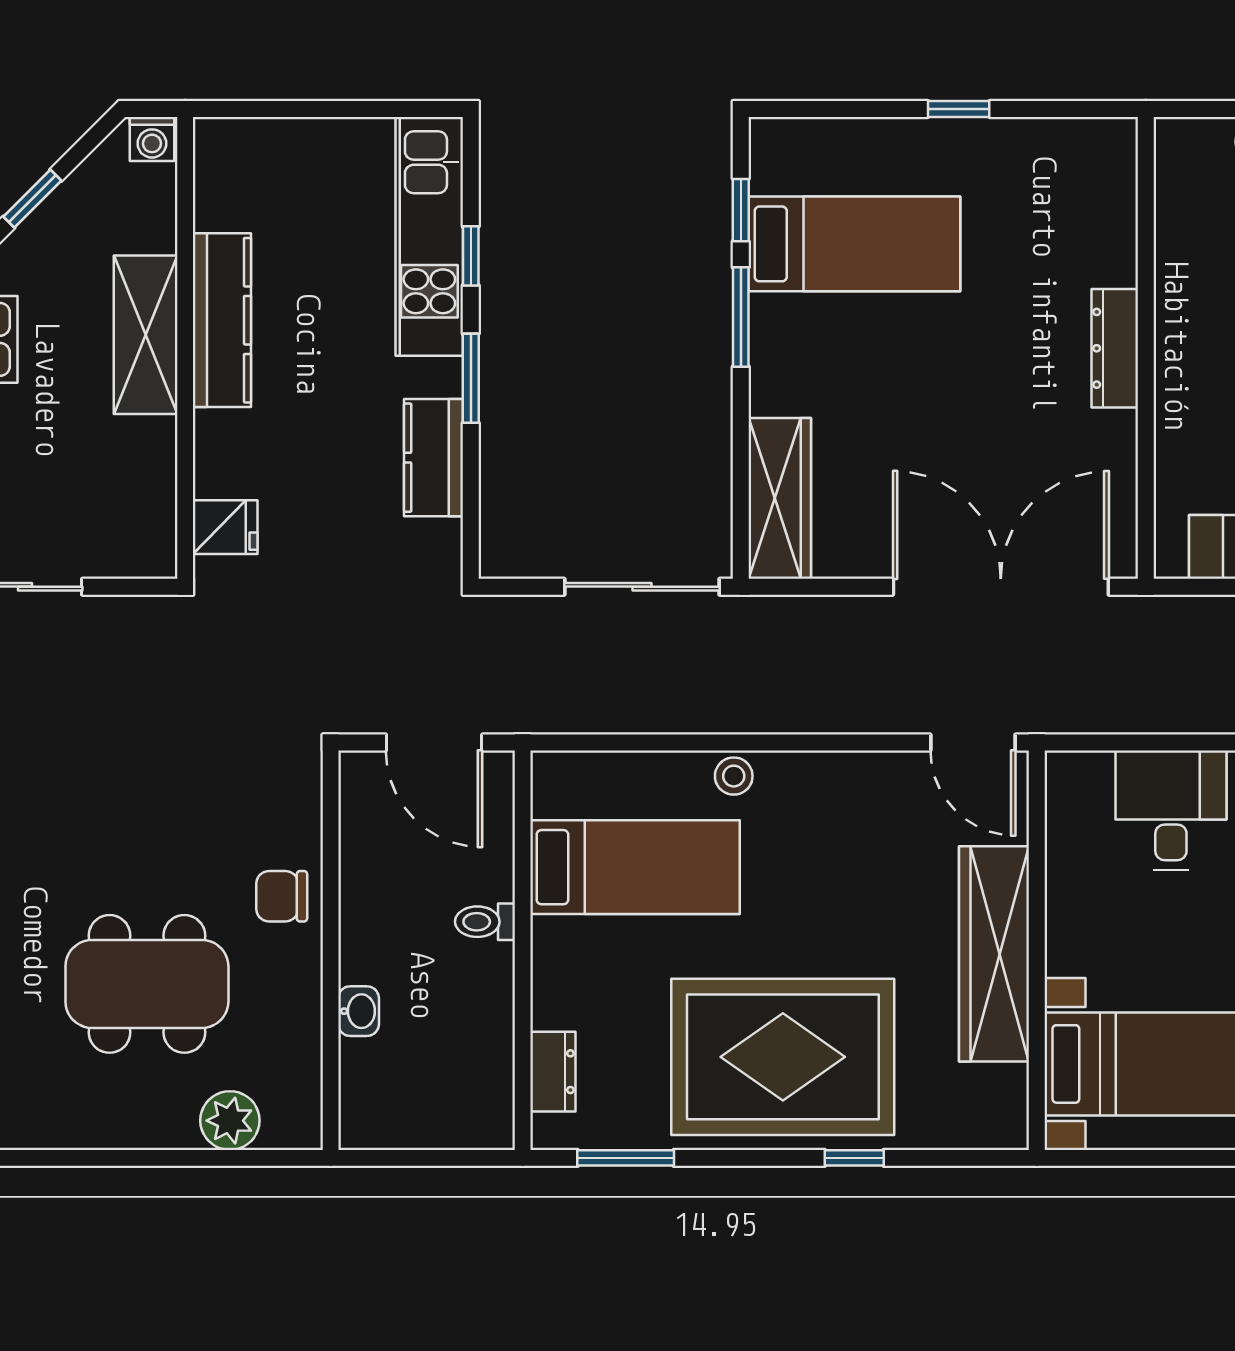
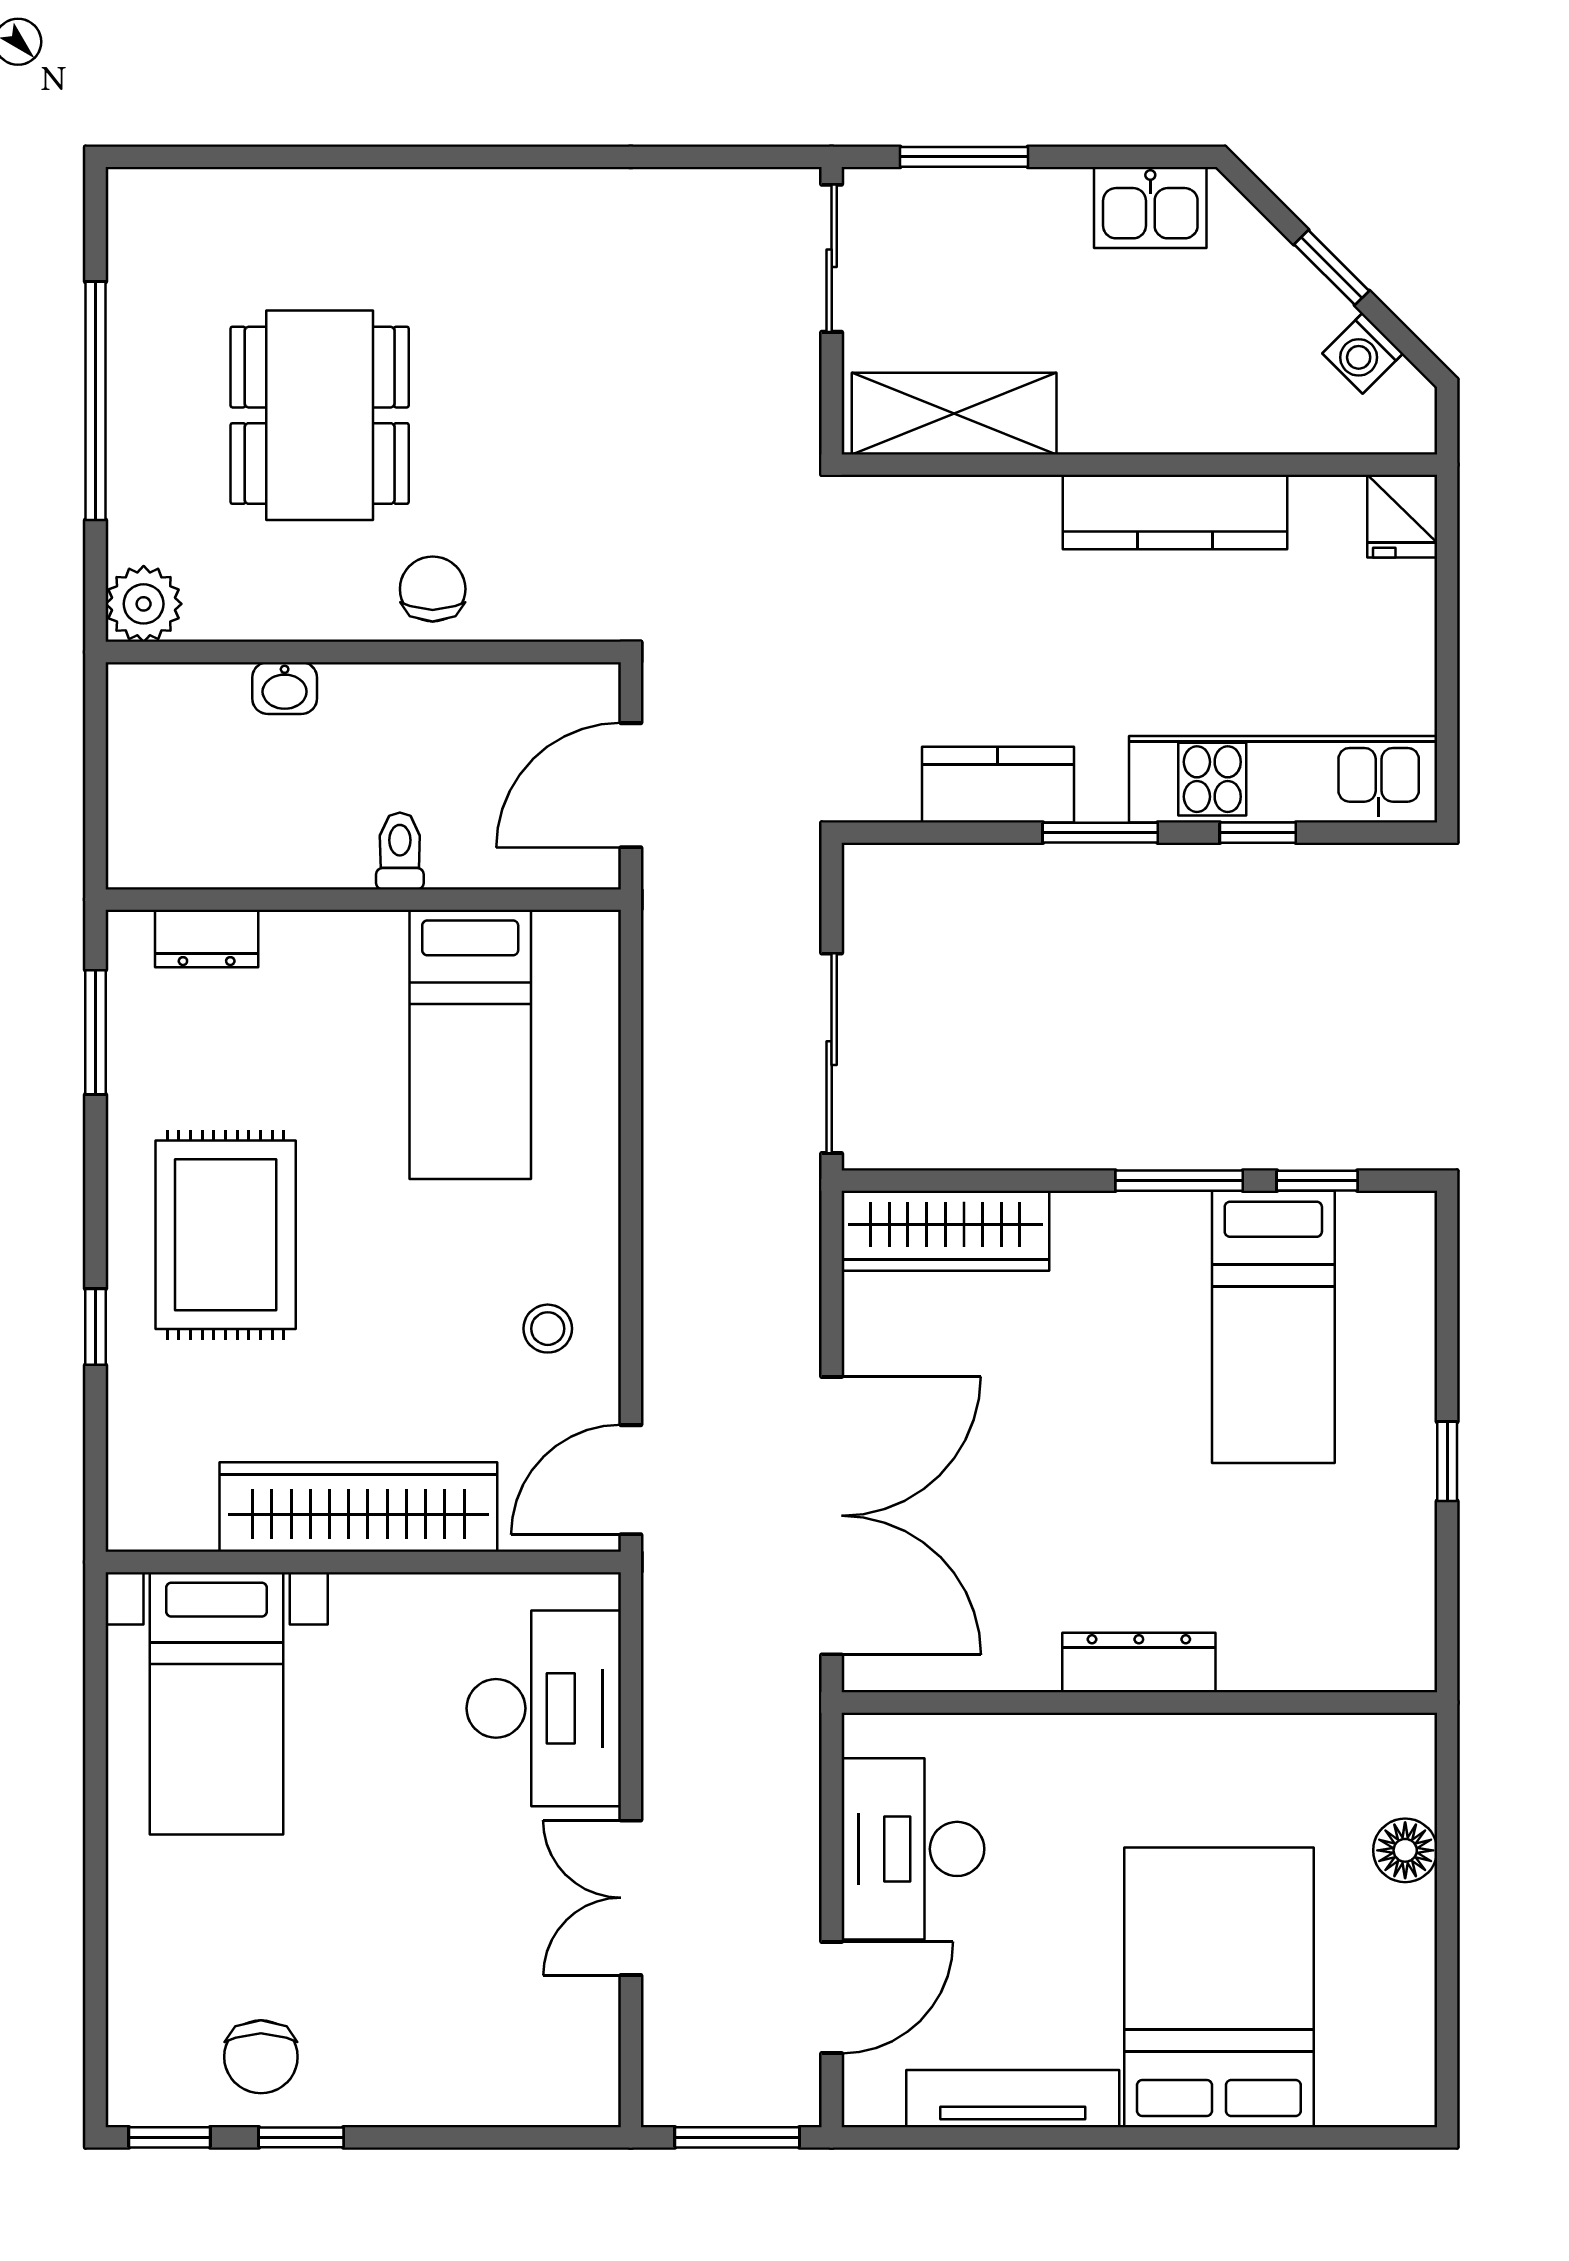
washing machine: (152, 139) -> (1363, 353), moved, turned -45
shelving: (146, 335) -> (954, 414), moved
fridge: (225, 527) -> (1402, 516), moved
stool: (734, 776) -> (548, 1329), moved
desk: (1171, 810) -> (544, 1708), width x1.37
rug: (783, 1057) -> (226, 1235), width x0.73, depth x0.69
plant: (230, 1121) -> (144, 604), moved
window: (136, 1158) -> (96, 401), added

